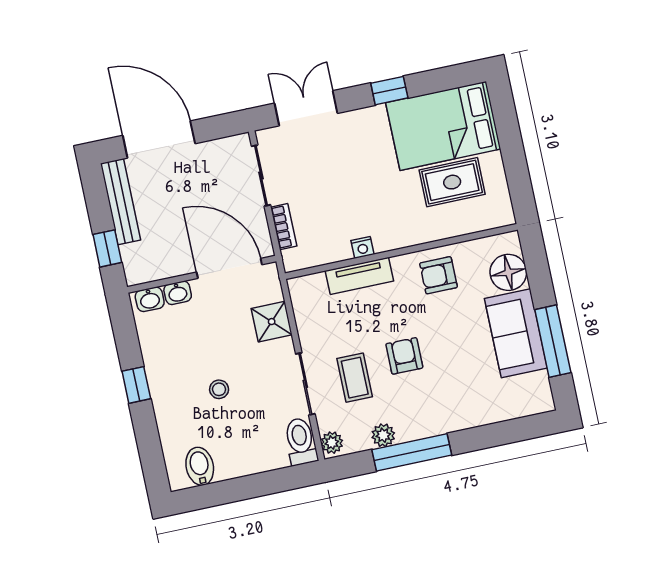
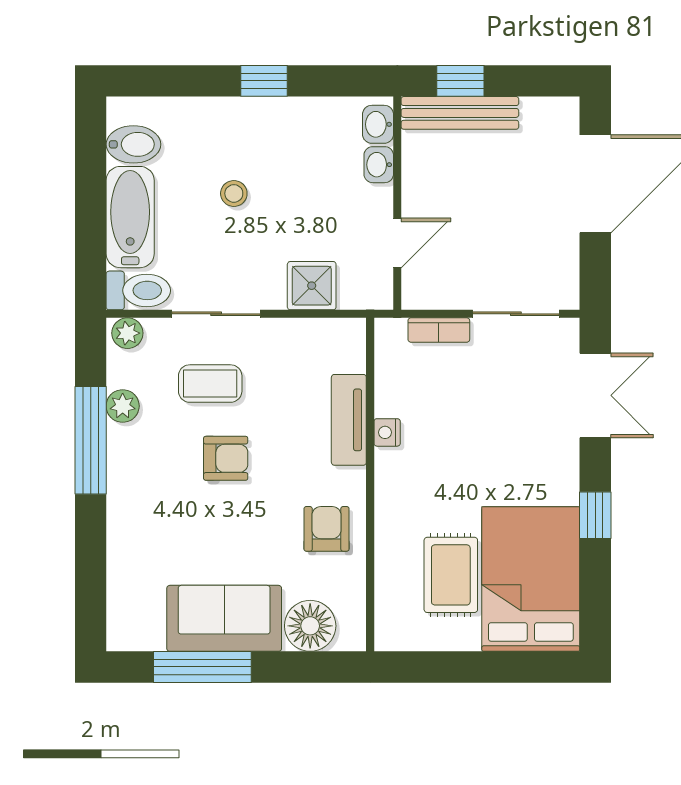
bench: (121, 202) -> (460, 113), moved
door: (229, 268) -> (397, 243), width x0.53
bathtub: (251, 458) -> (130, 217), added

